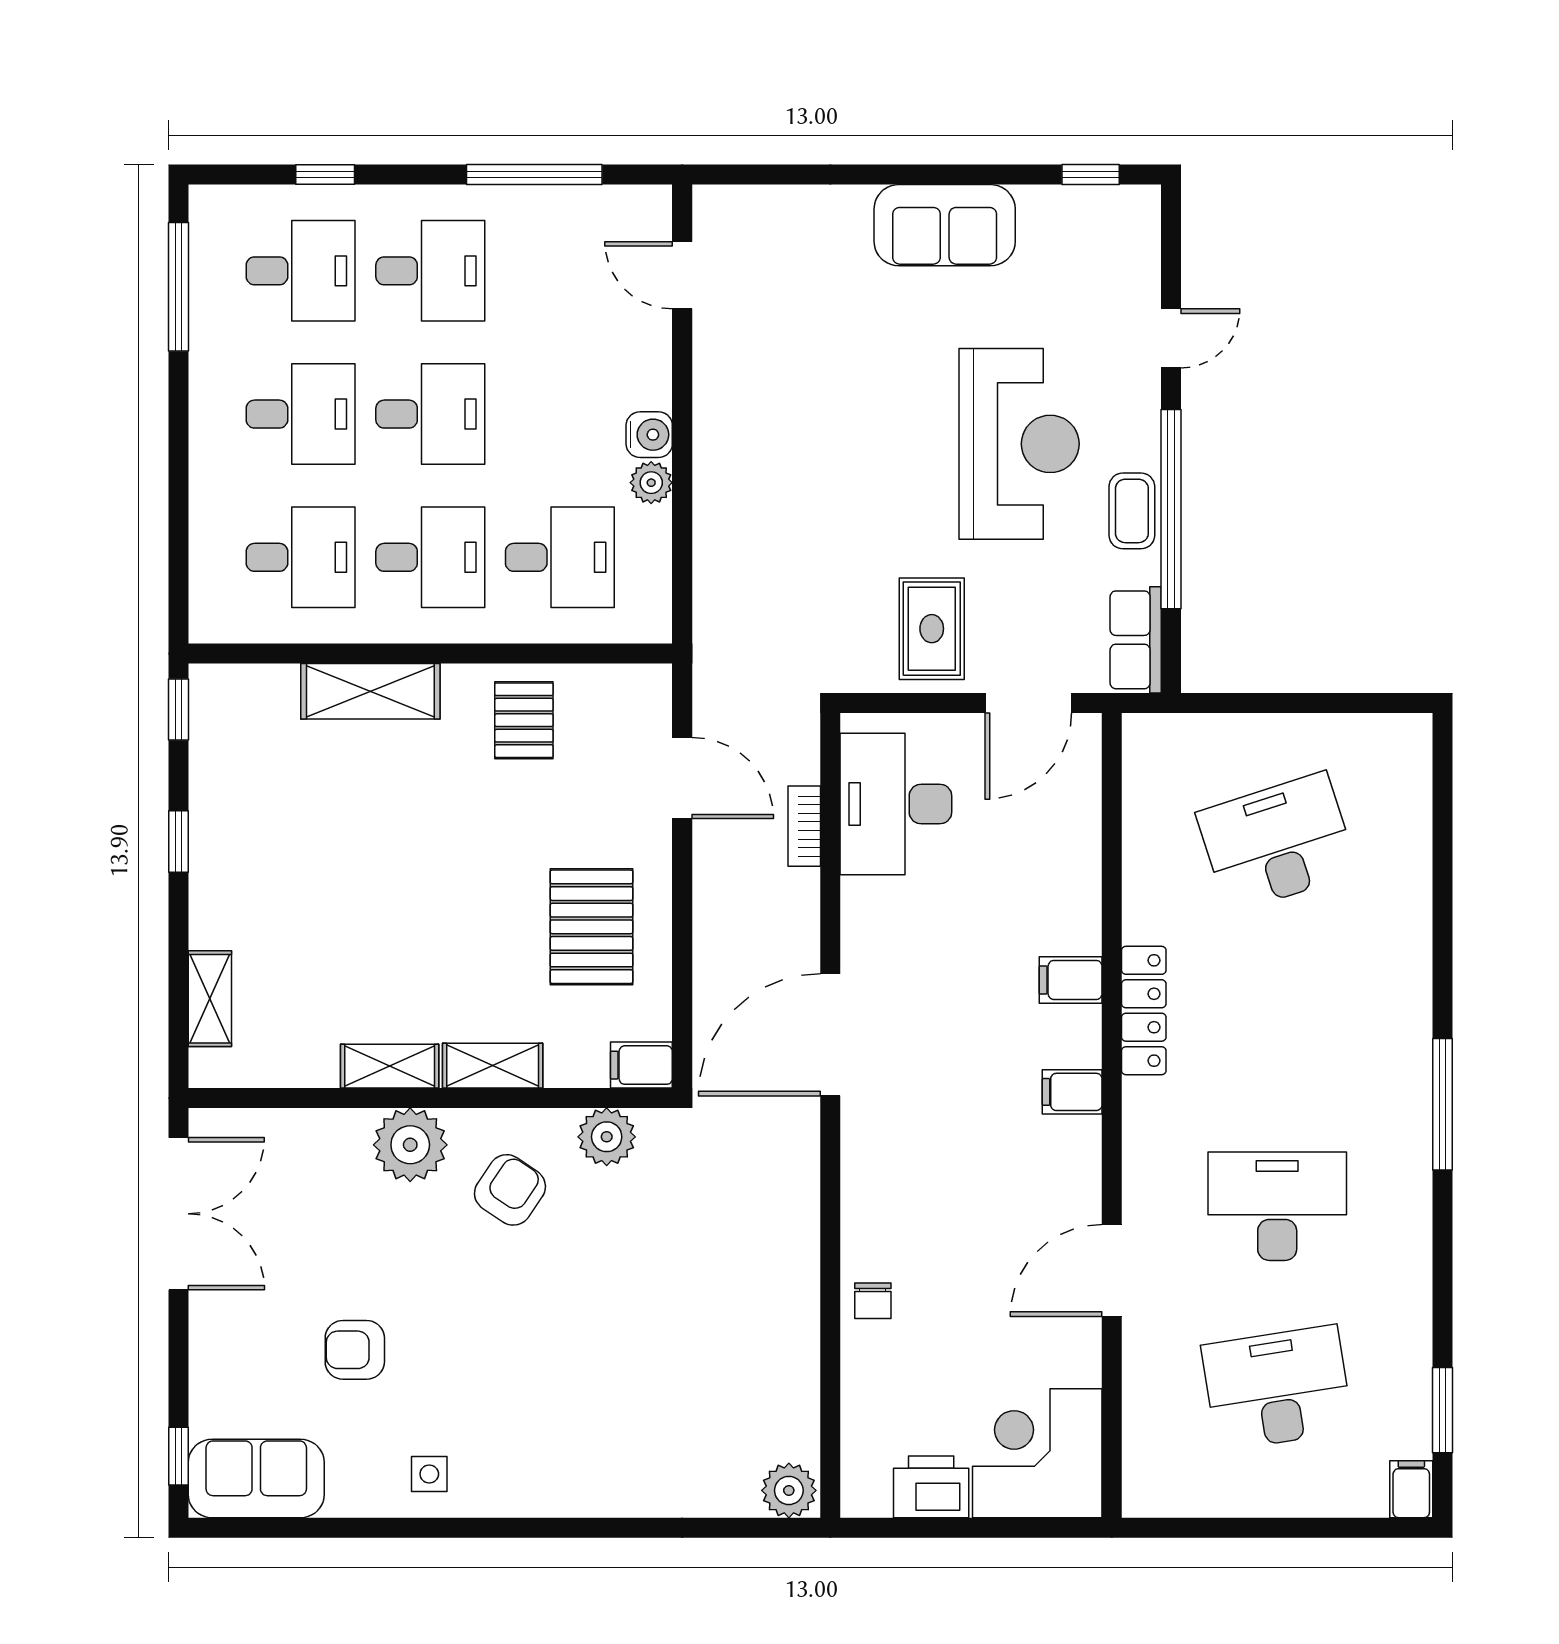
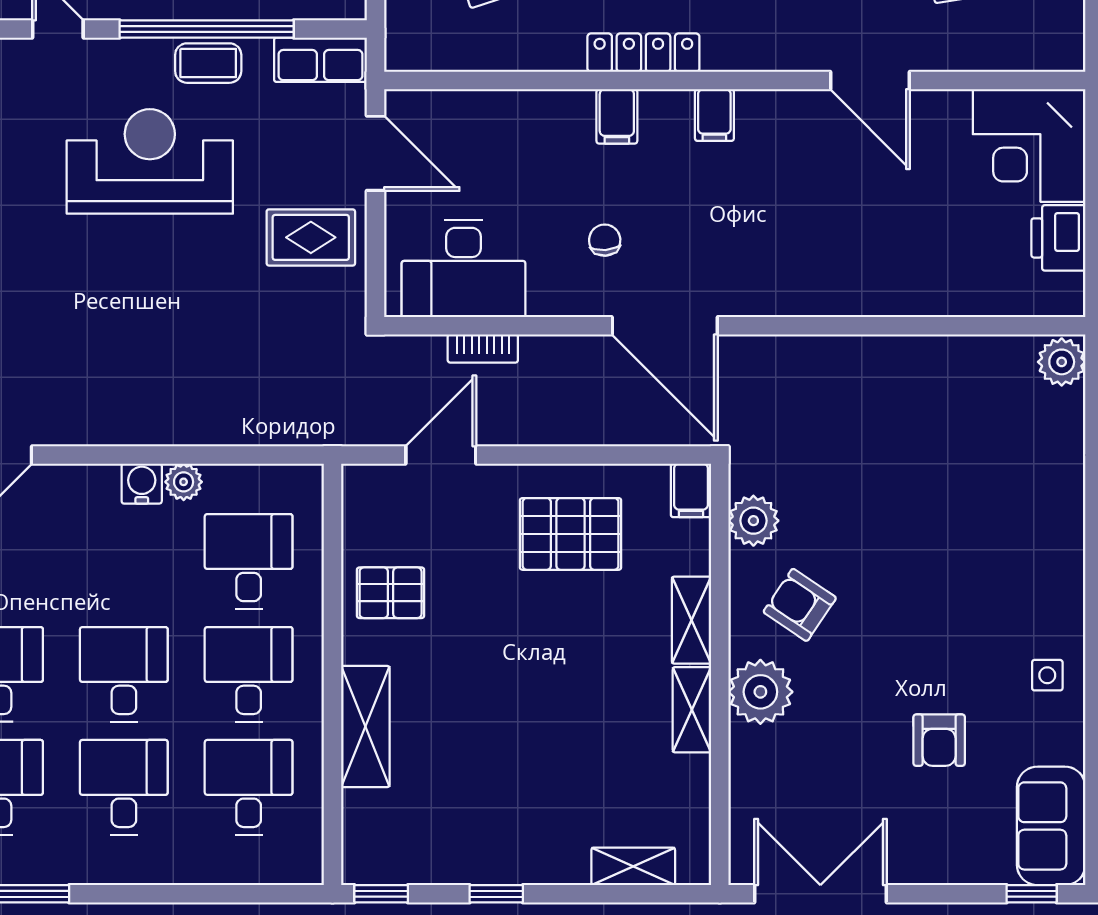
chair: (873, 1301) -> (605, 240), moved, turned -94

